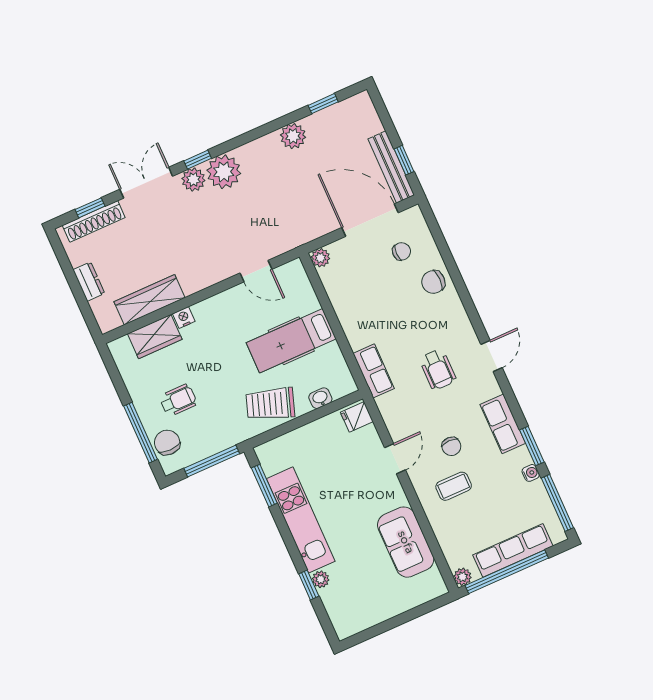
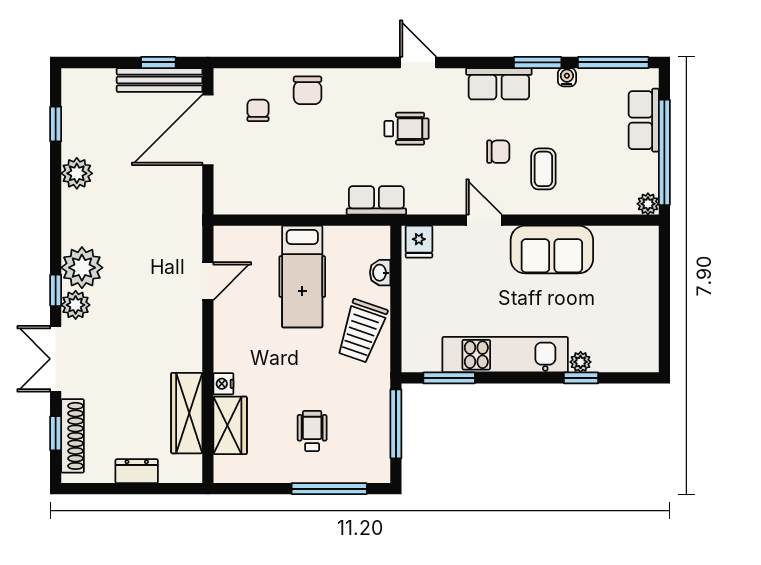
plant: (320, 258) -> (225, 203), removed
chair: (167, 443) -> (353, 464), removed
sofa: (406, 542) -> (552, 250), moved
row of seats: (513, 550) -> (644, 120), width x0.68

